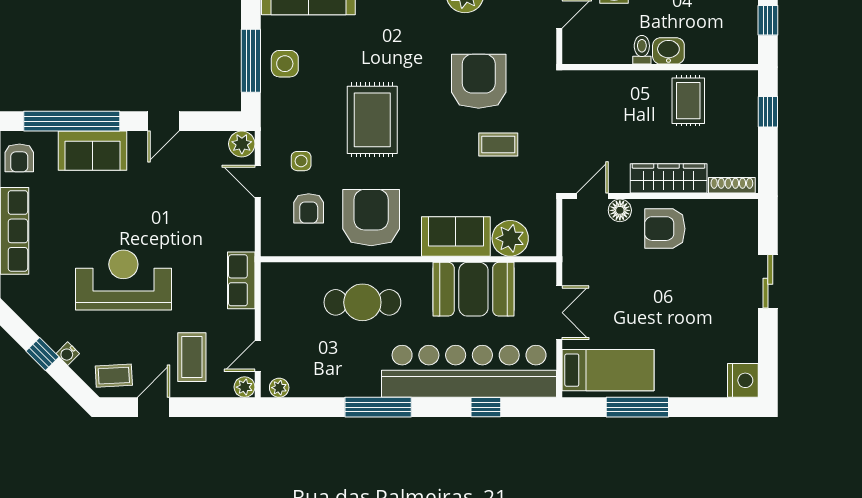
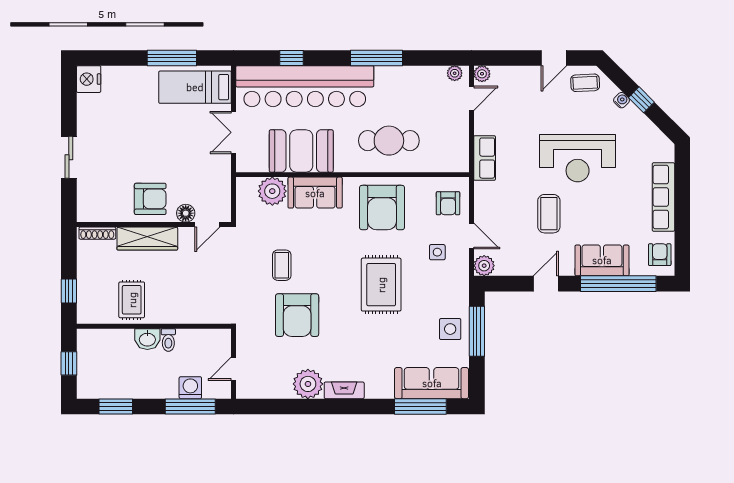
coffee table: (498, 145) -> (282, 265), turned 90
armchair: (309, 208) -> (448, 203), moved, turned 180
coffee table: (192, 357) -> (549, 214), moved

